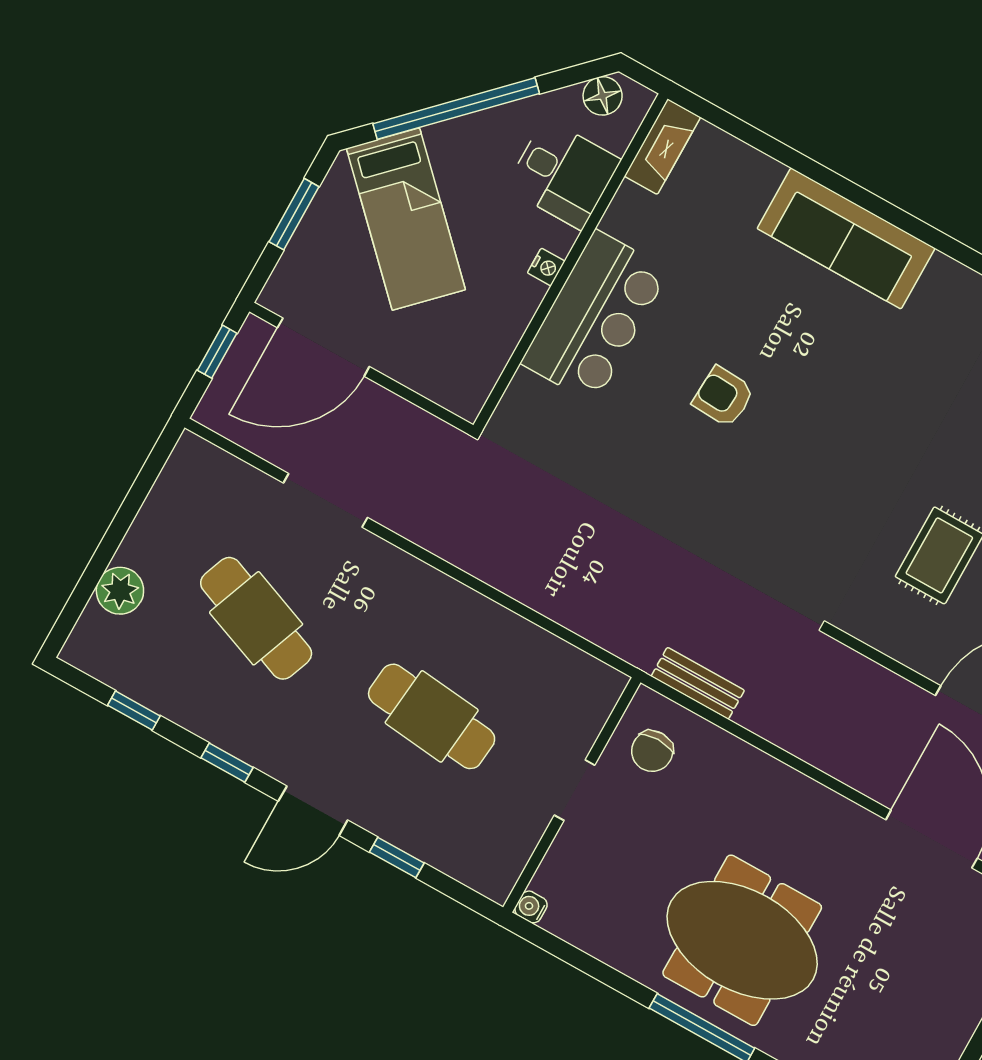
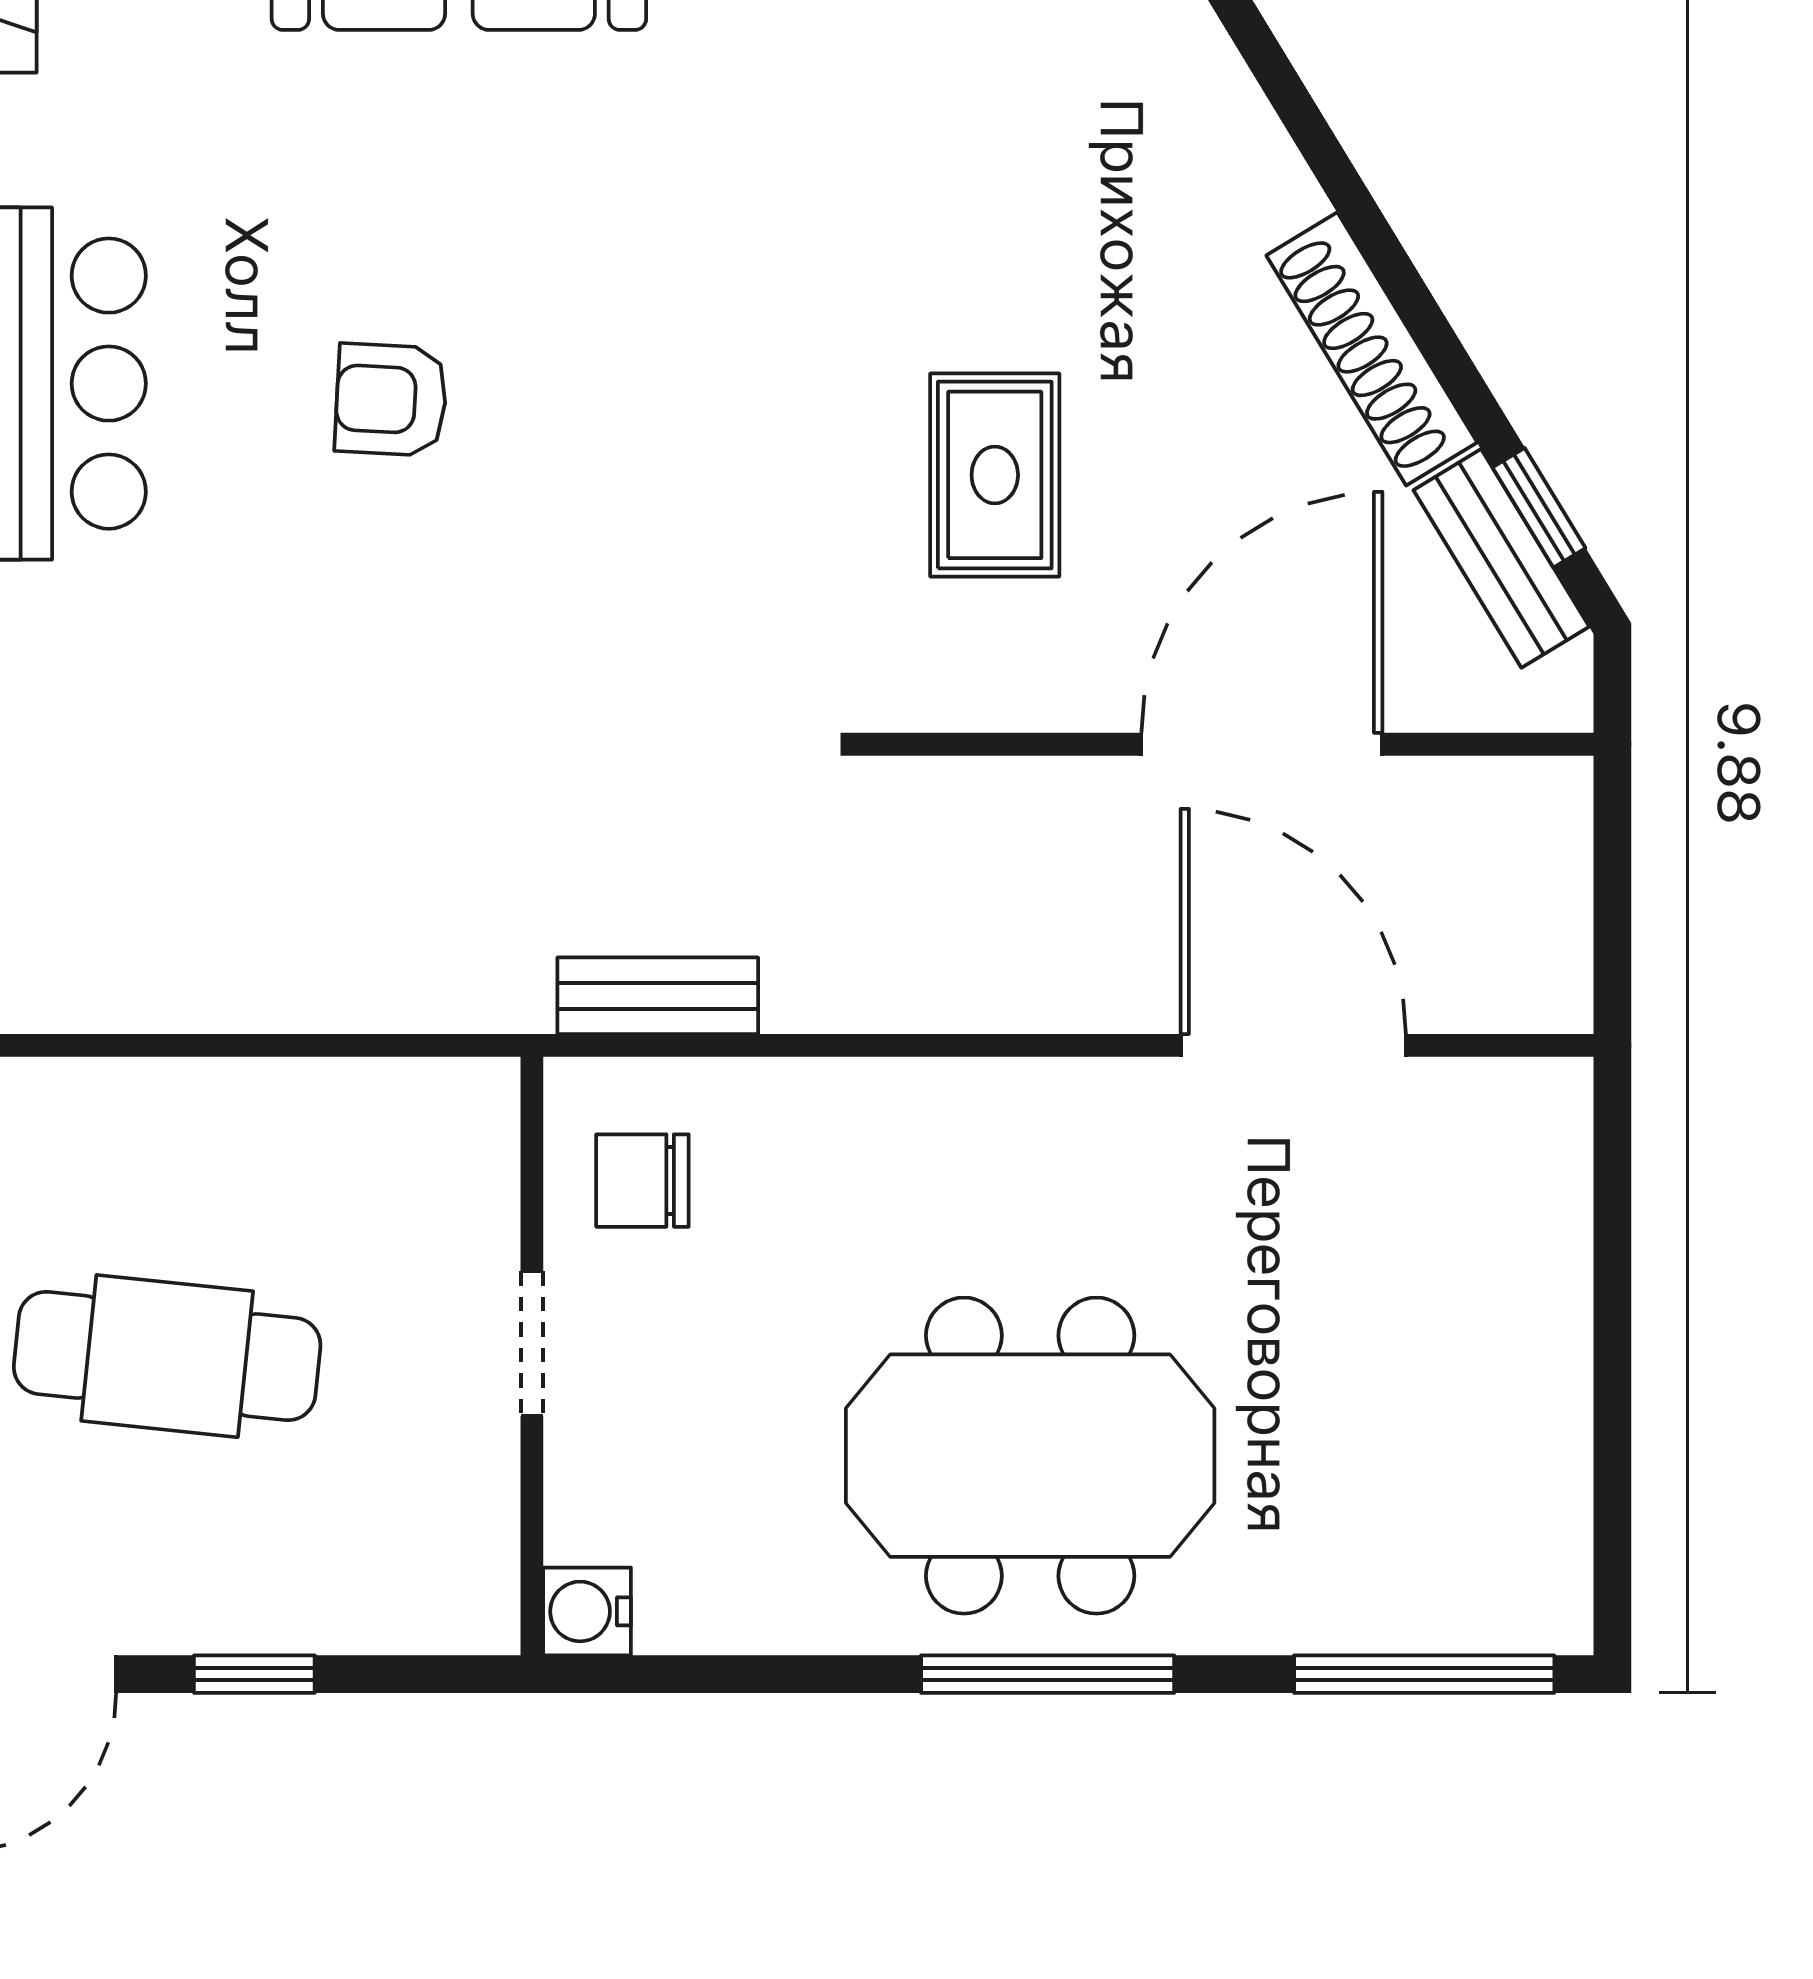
chair: (652, 751) -> (642, 1181), turned 90
water cooler: (531, 907) -> (587, 1611), width x1.38, depth x1.38

